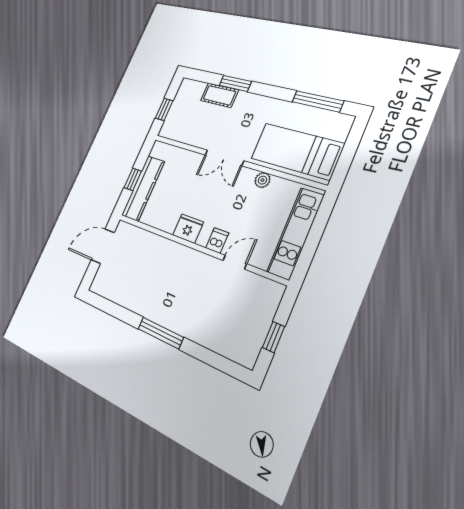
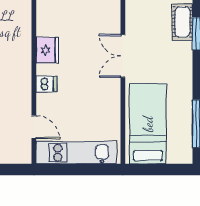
plant: (262, 180) -> (113, 103), removed
door: (235, 262) -> (34, 127), moved

